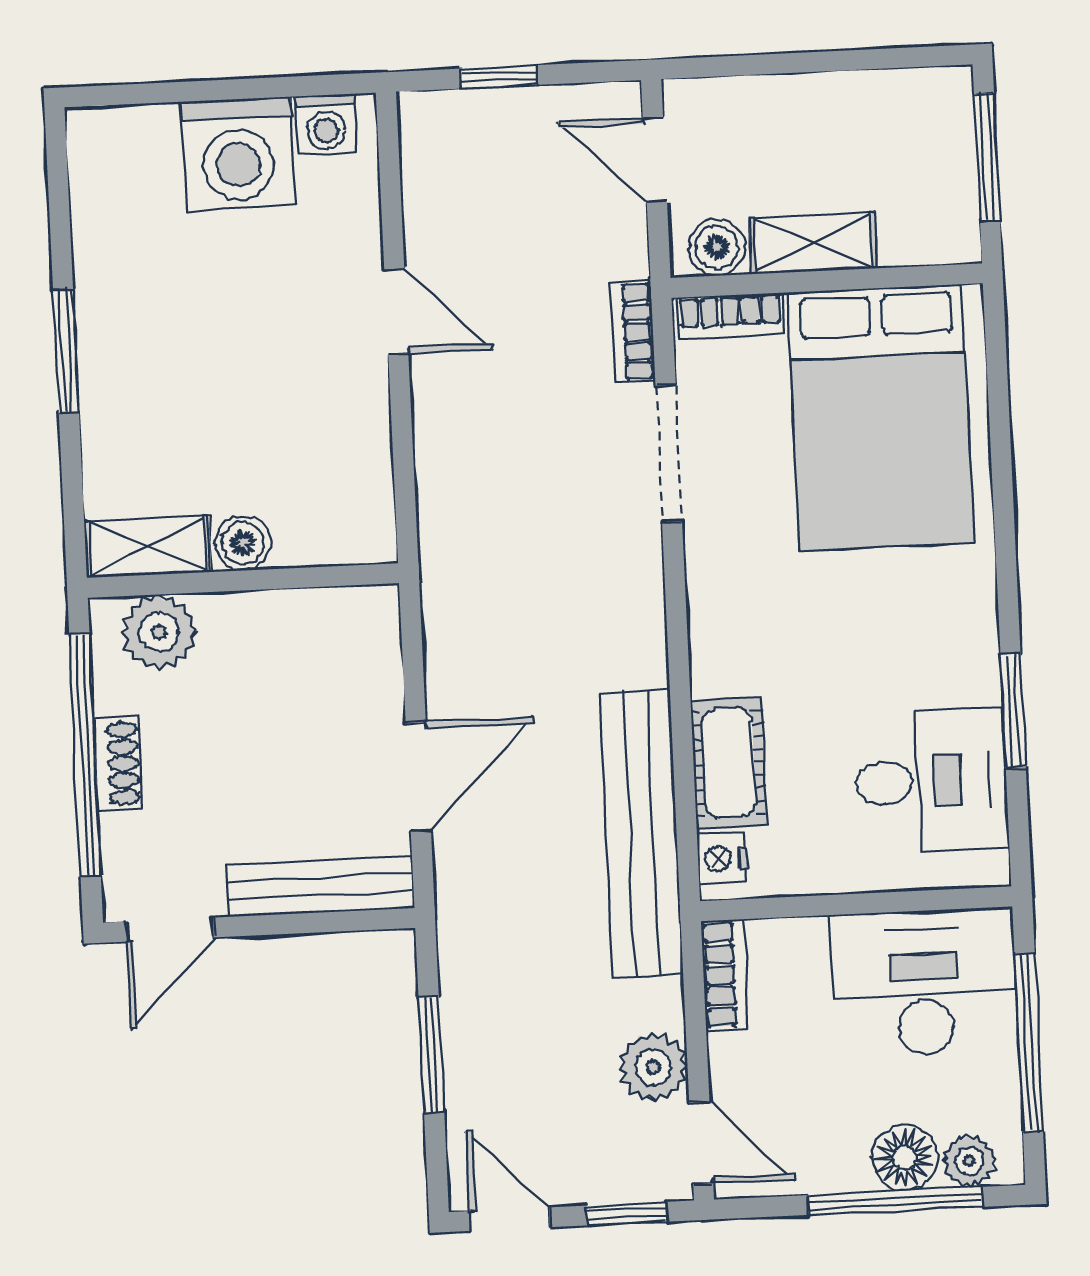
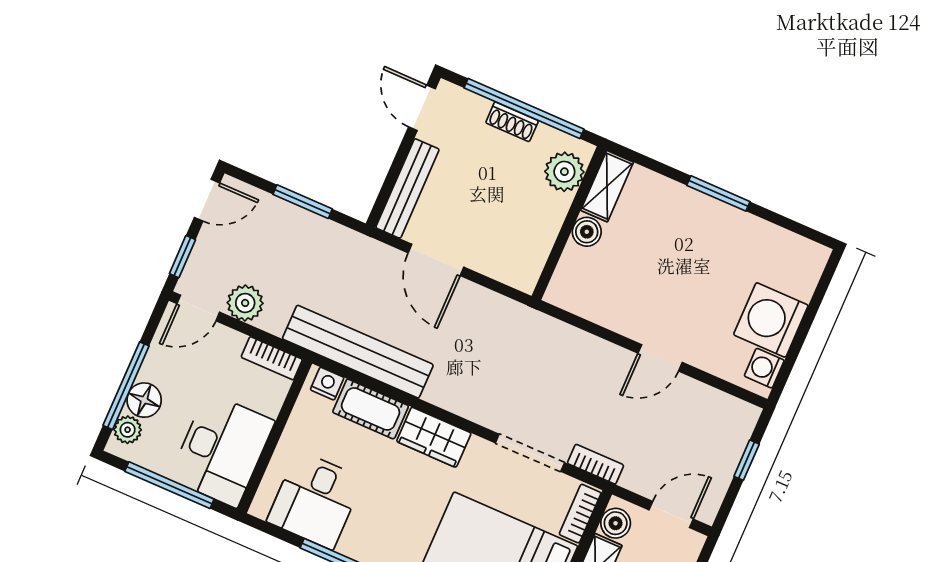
wardrobe: (723, 631) -> (434, 437), added

